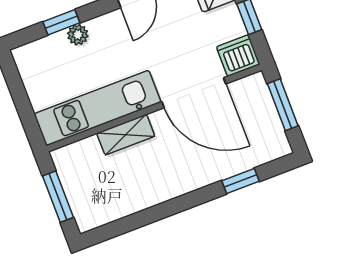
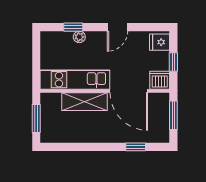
shelving: (126, 135) -> (84, 102), width x1.50, depth x1.33

